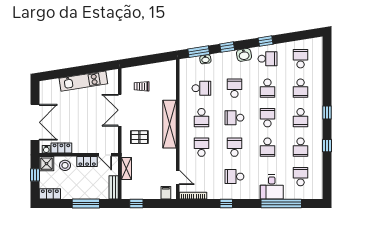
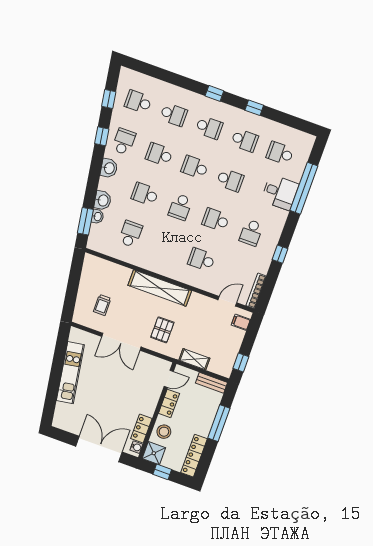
window: (227, 47) -> (109, 99), moved
washbasin: (219, 59) -> (103, 200), added
school desk: (267, 88) -> (159, 154), turned 180
school desk: (201, 118) -> (166, 247), removed
locker: (50, 194) -> (194, 456), width x1.53

